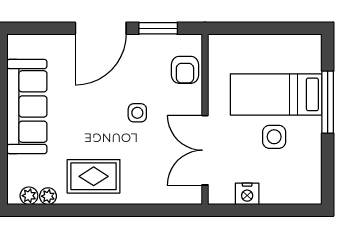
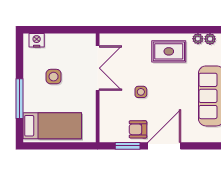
armchair: (185, 70) -> (138, 129), moved, turned -90
bed: (276, 94) -> (52, 126), moved
nightstand: (247, 194) -> (37, 40), moved

